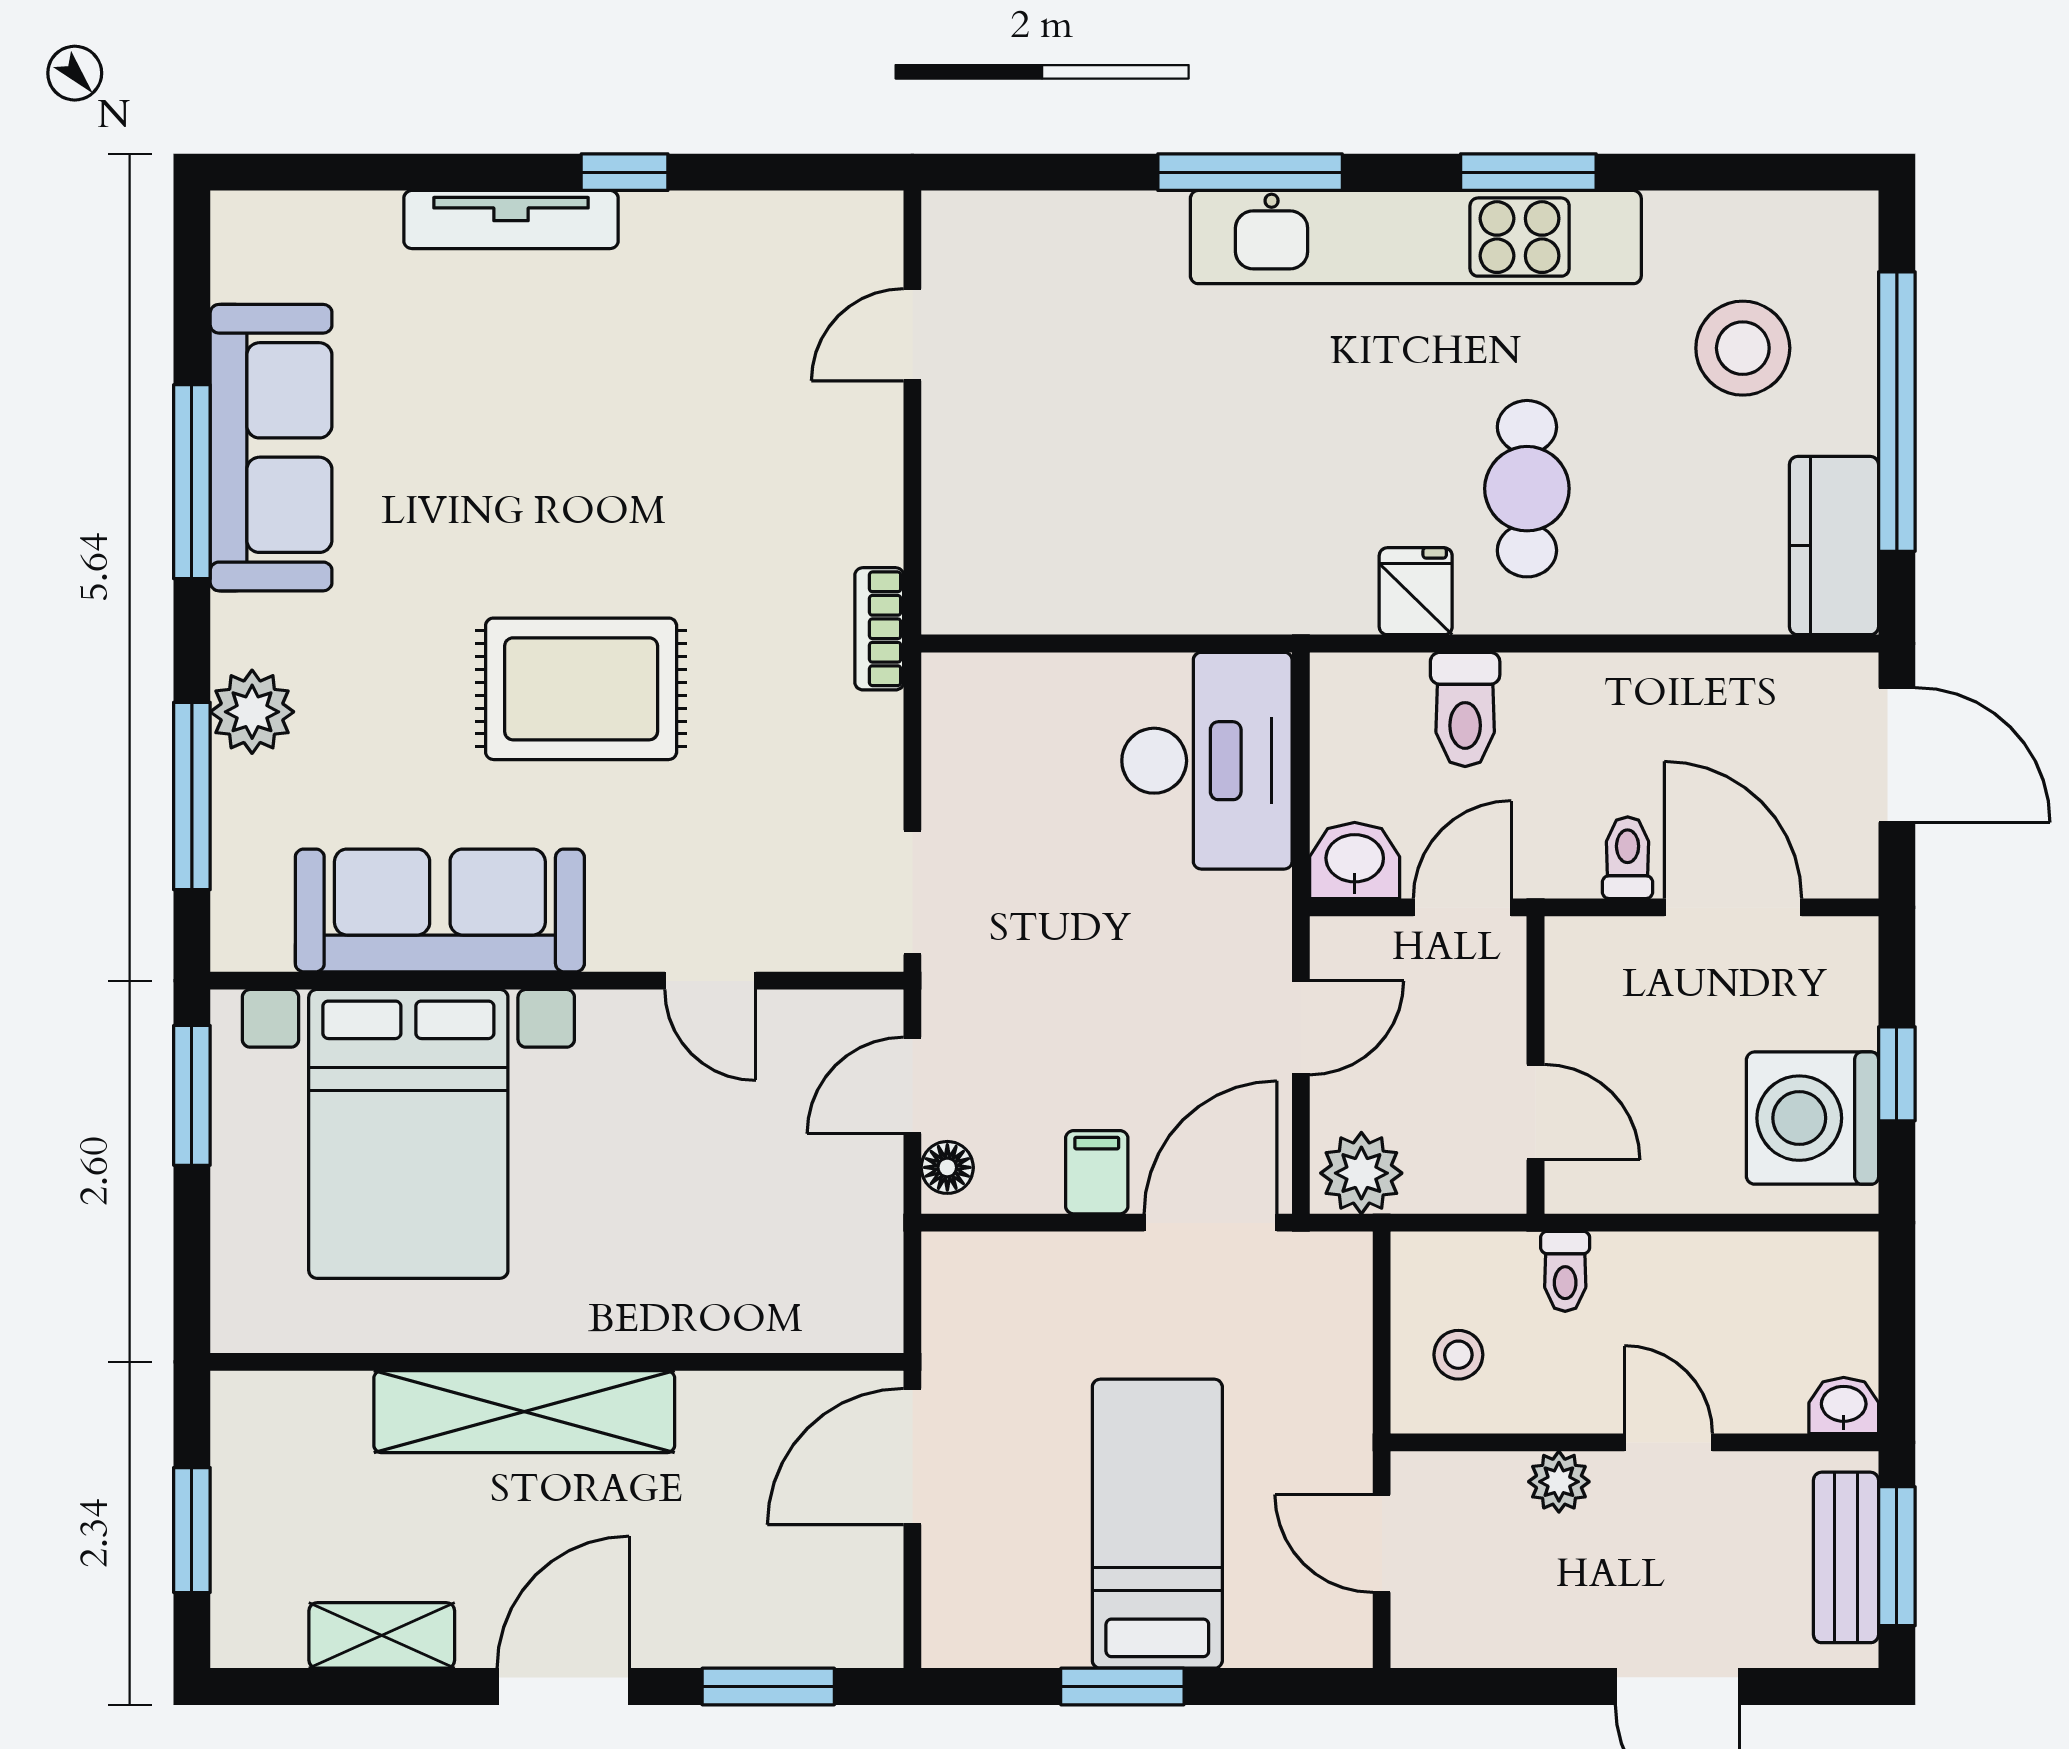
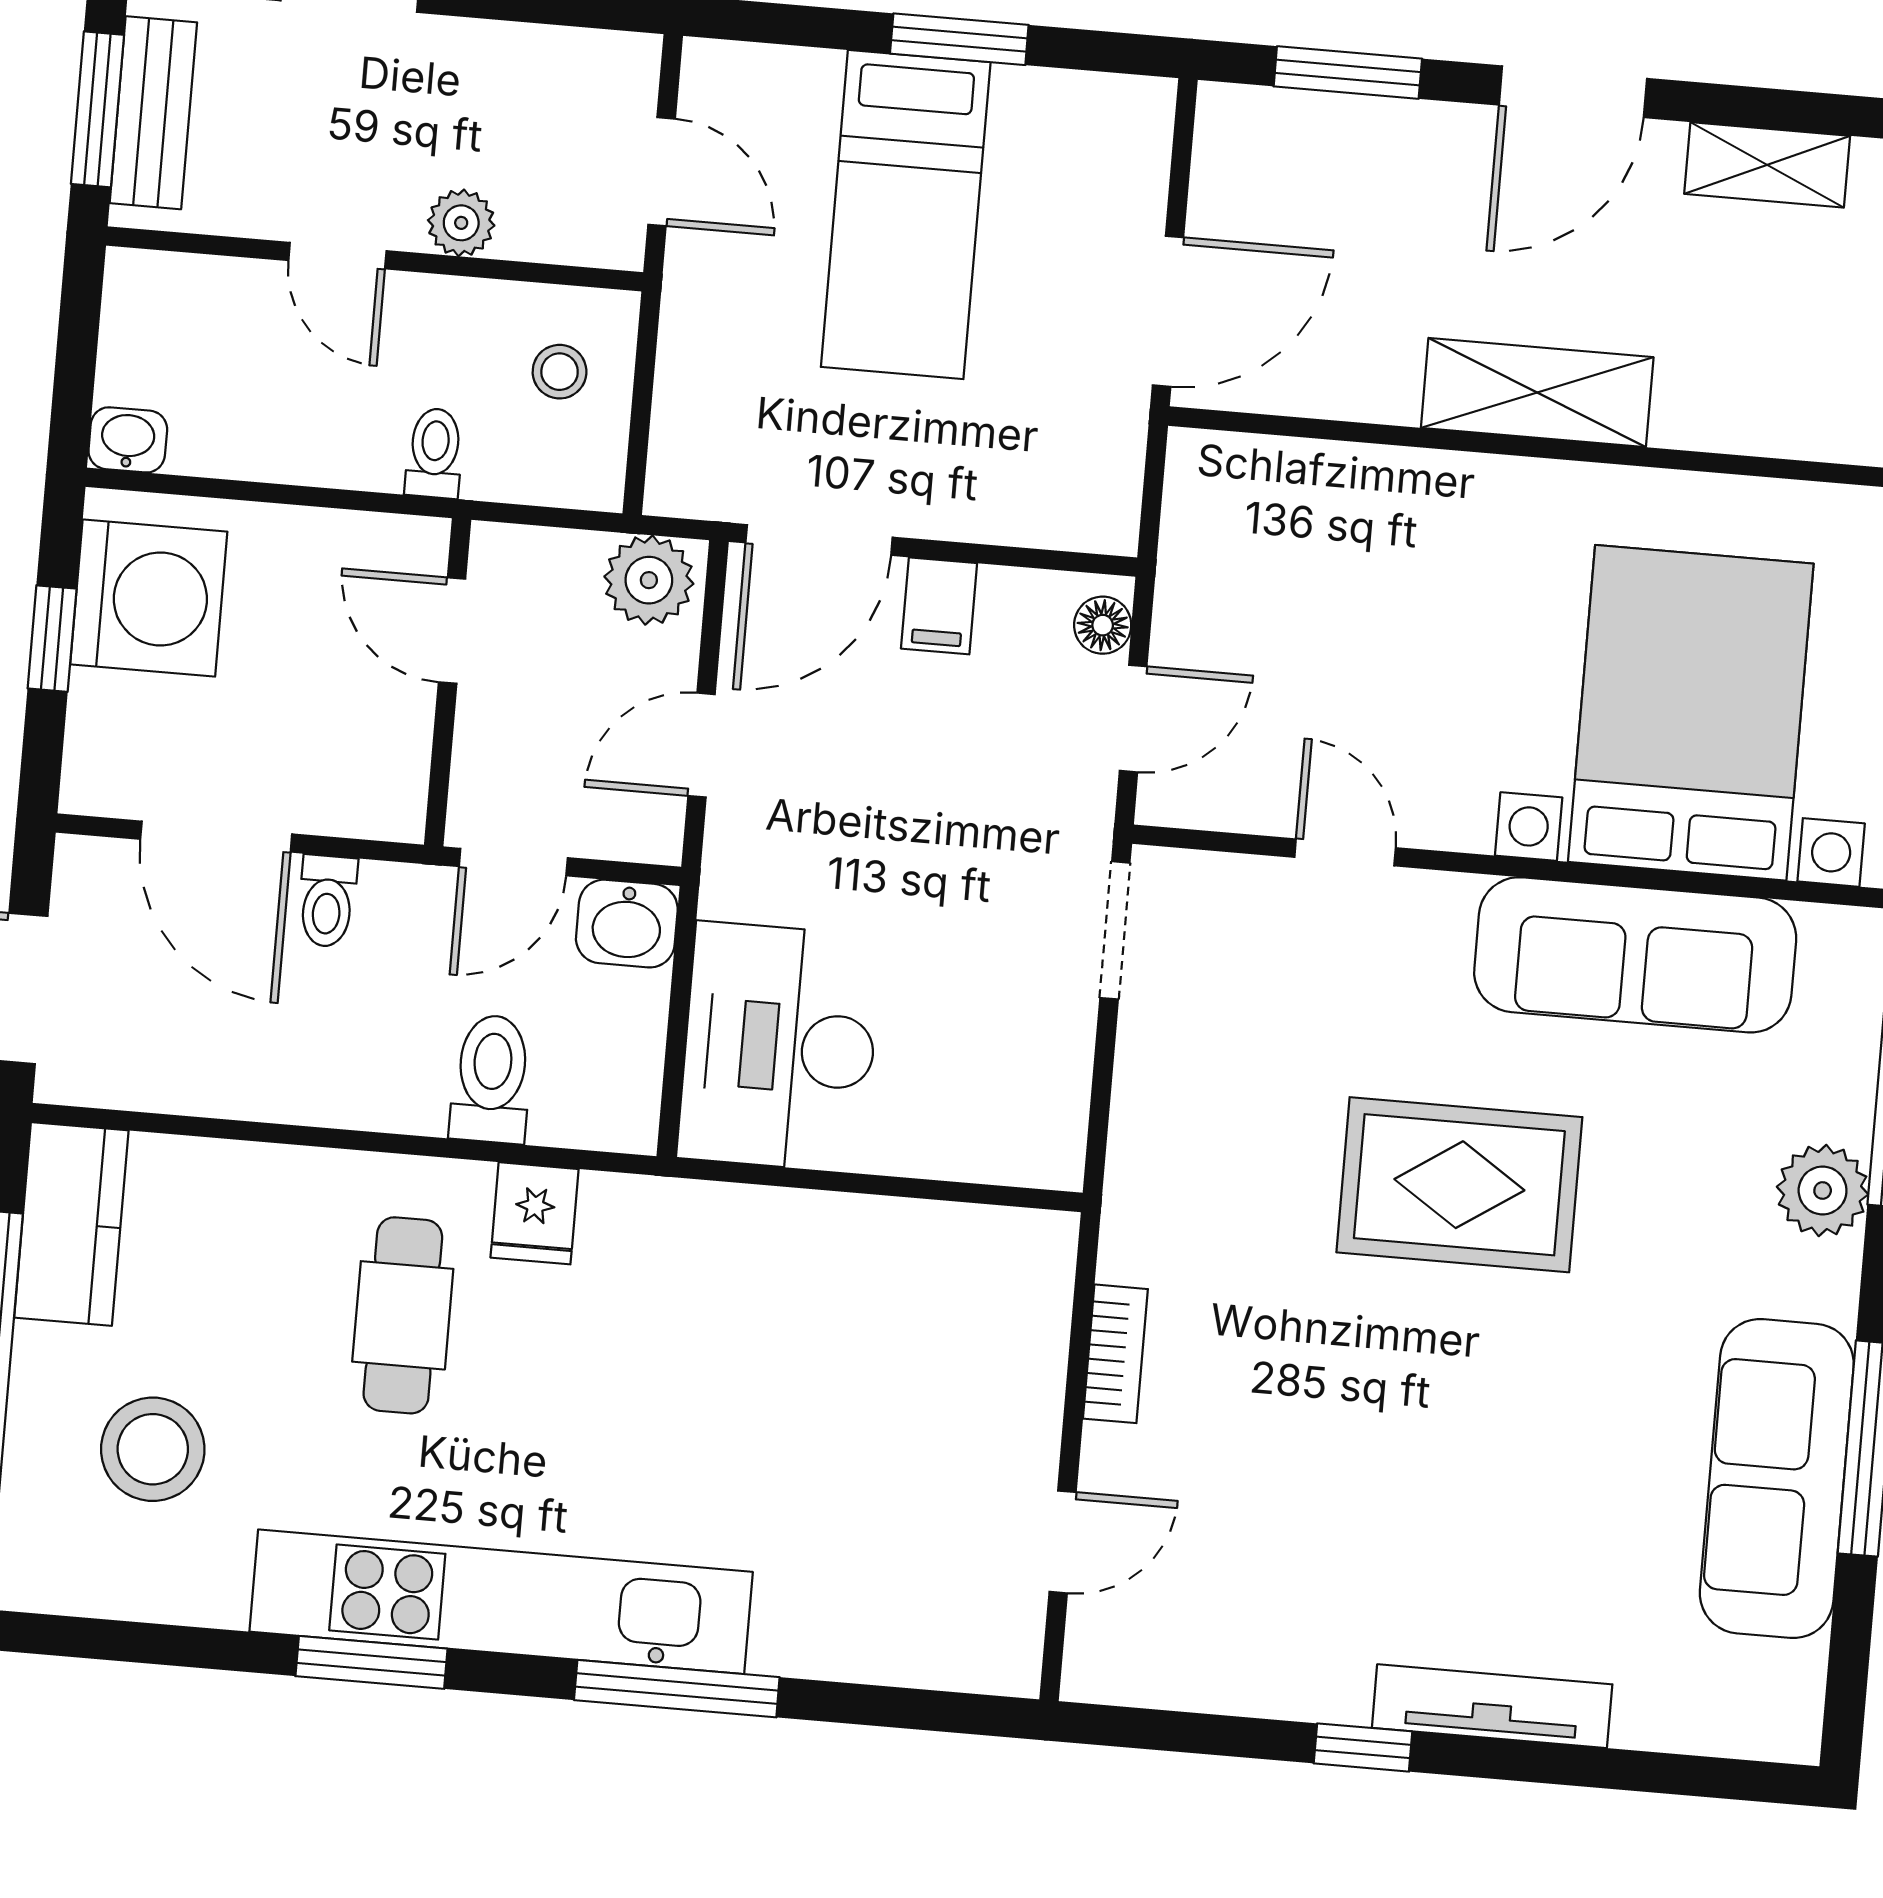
bookcase: (879, 629) -> (1115, 1354), moved
washbasin: (1844, 1406) -> (128, 440), moved, turned 180
shelving: (524, 1412) -> (1537, 393), width x0.68

